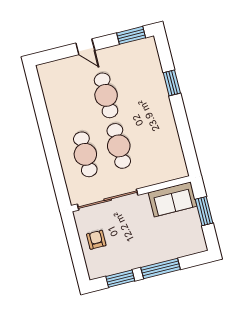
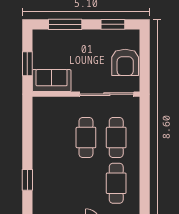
cafe table: (106, 95) -> (116, 183), moved
armchair: (96, 240) -> (125, 62), width x1.88, depth x1.88
window: (161, 268) -> (65, 24), moved

